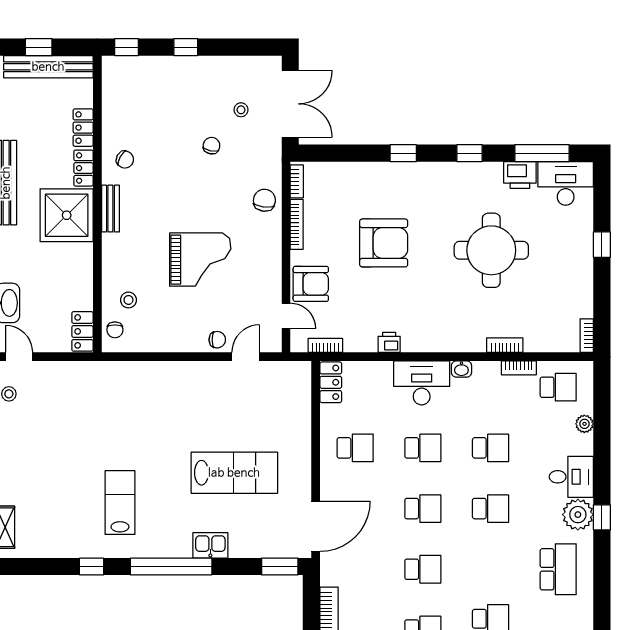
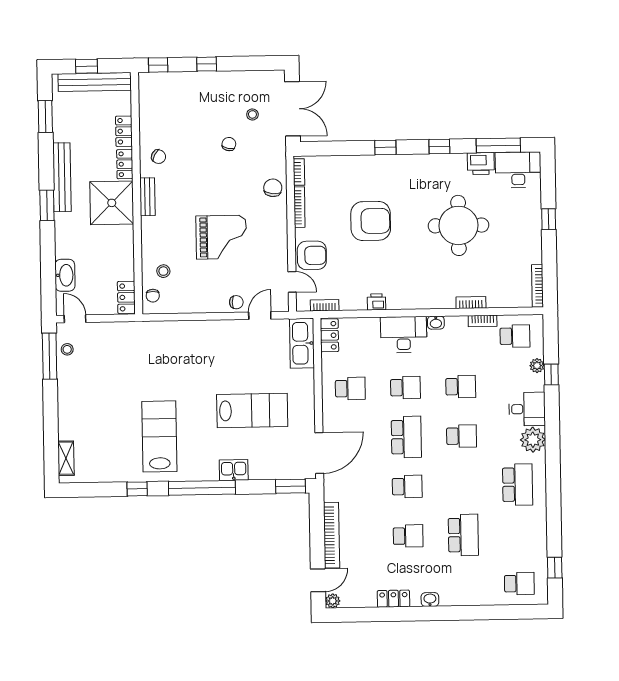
bookcase: (587, 336) -> (537, 286), width x1.56
kitchen sink: (297, 391) -> (302, 343), added
lab bench: (120, 503) -> (159, 436), width x1.36, depth x1.39
school desk: (423, 509) -> (406, 437), width x1.85
window: (602, 517) -> (551, 374), moved

